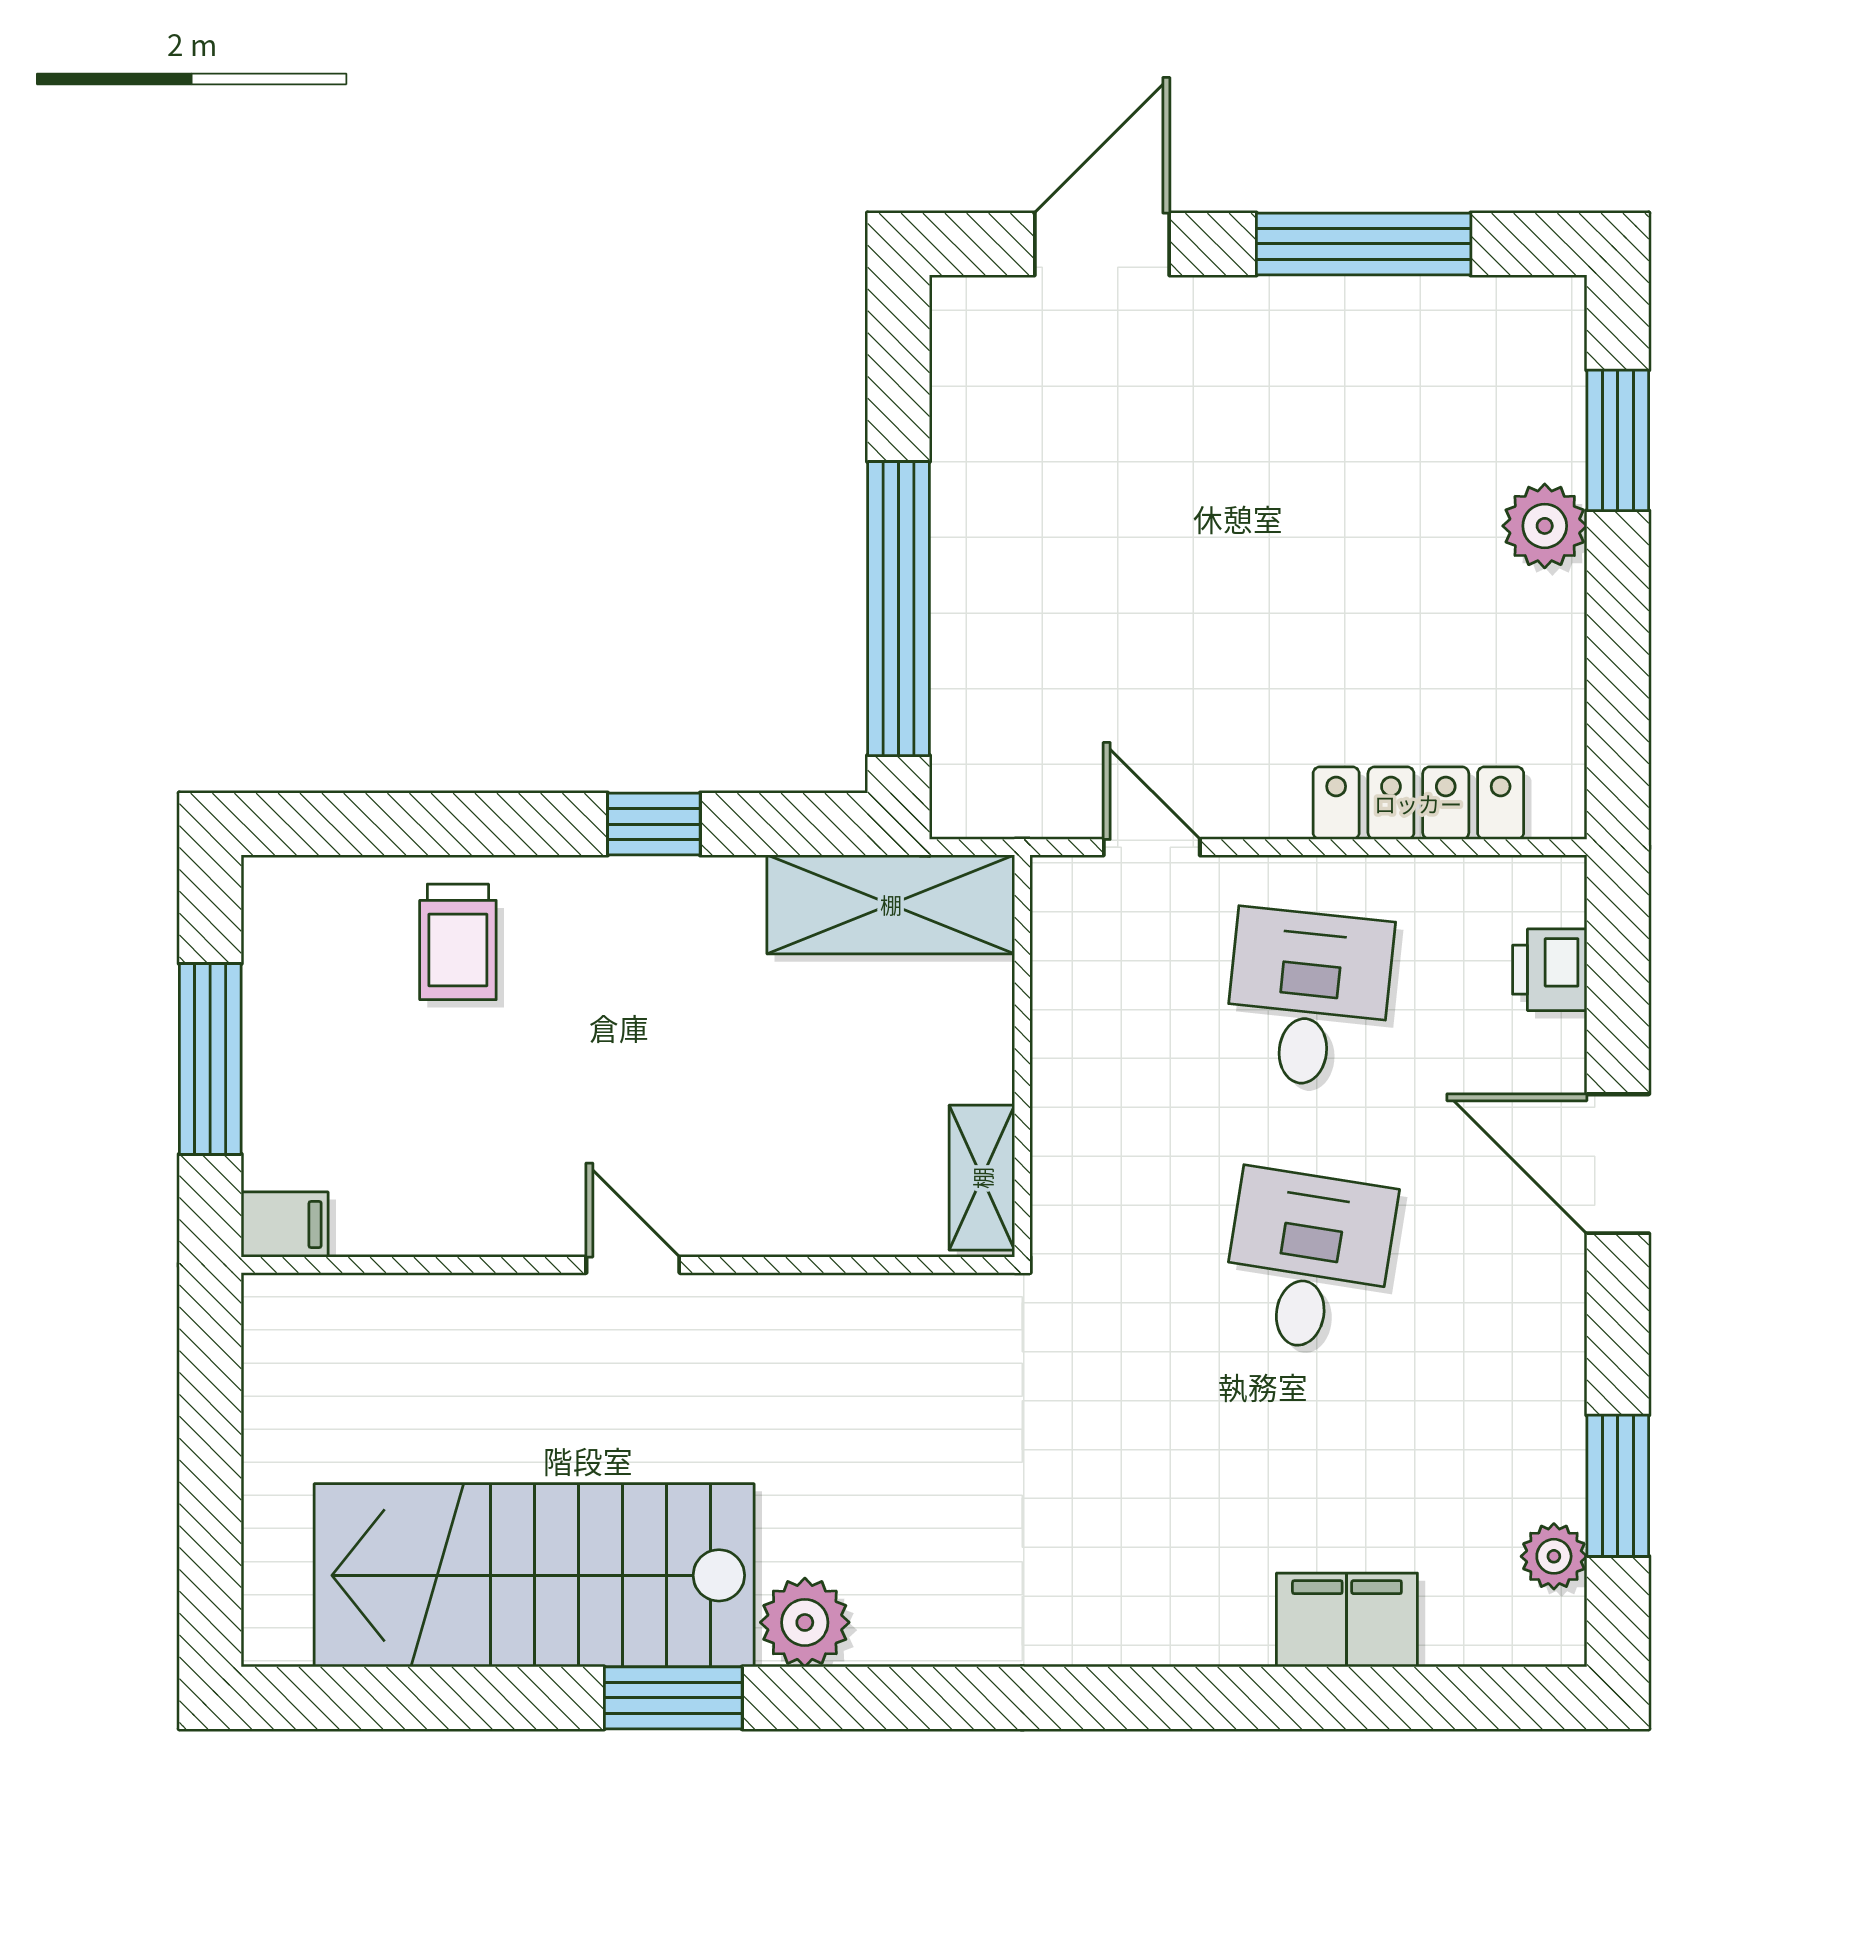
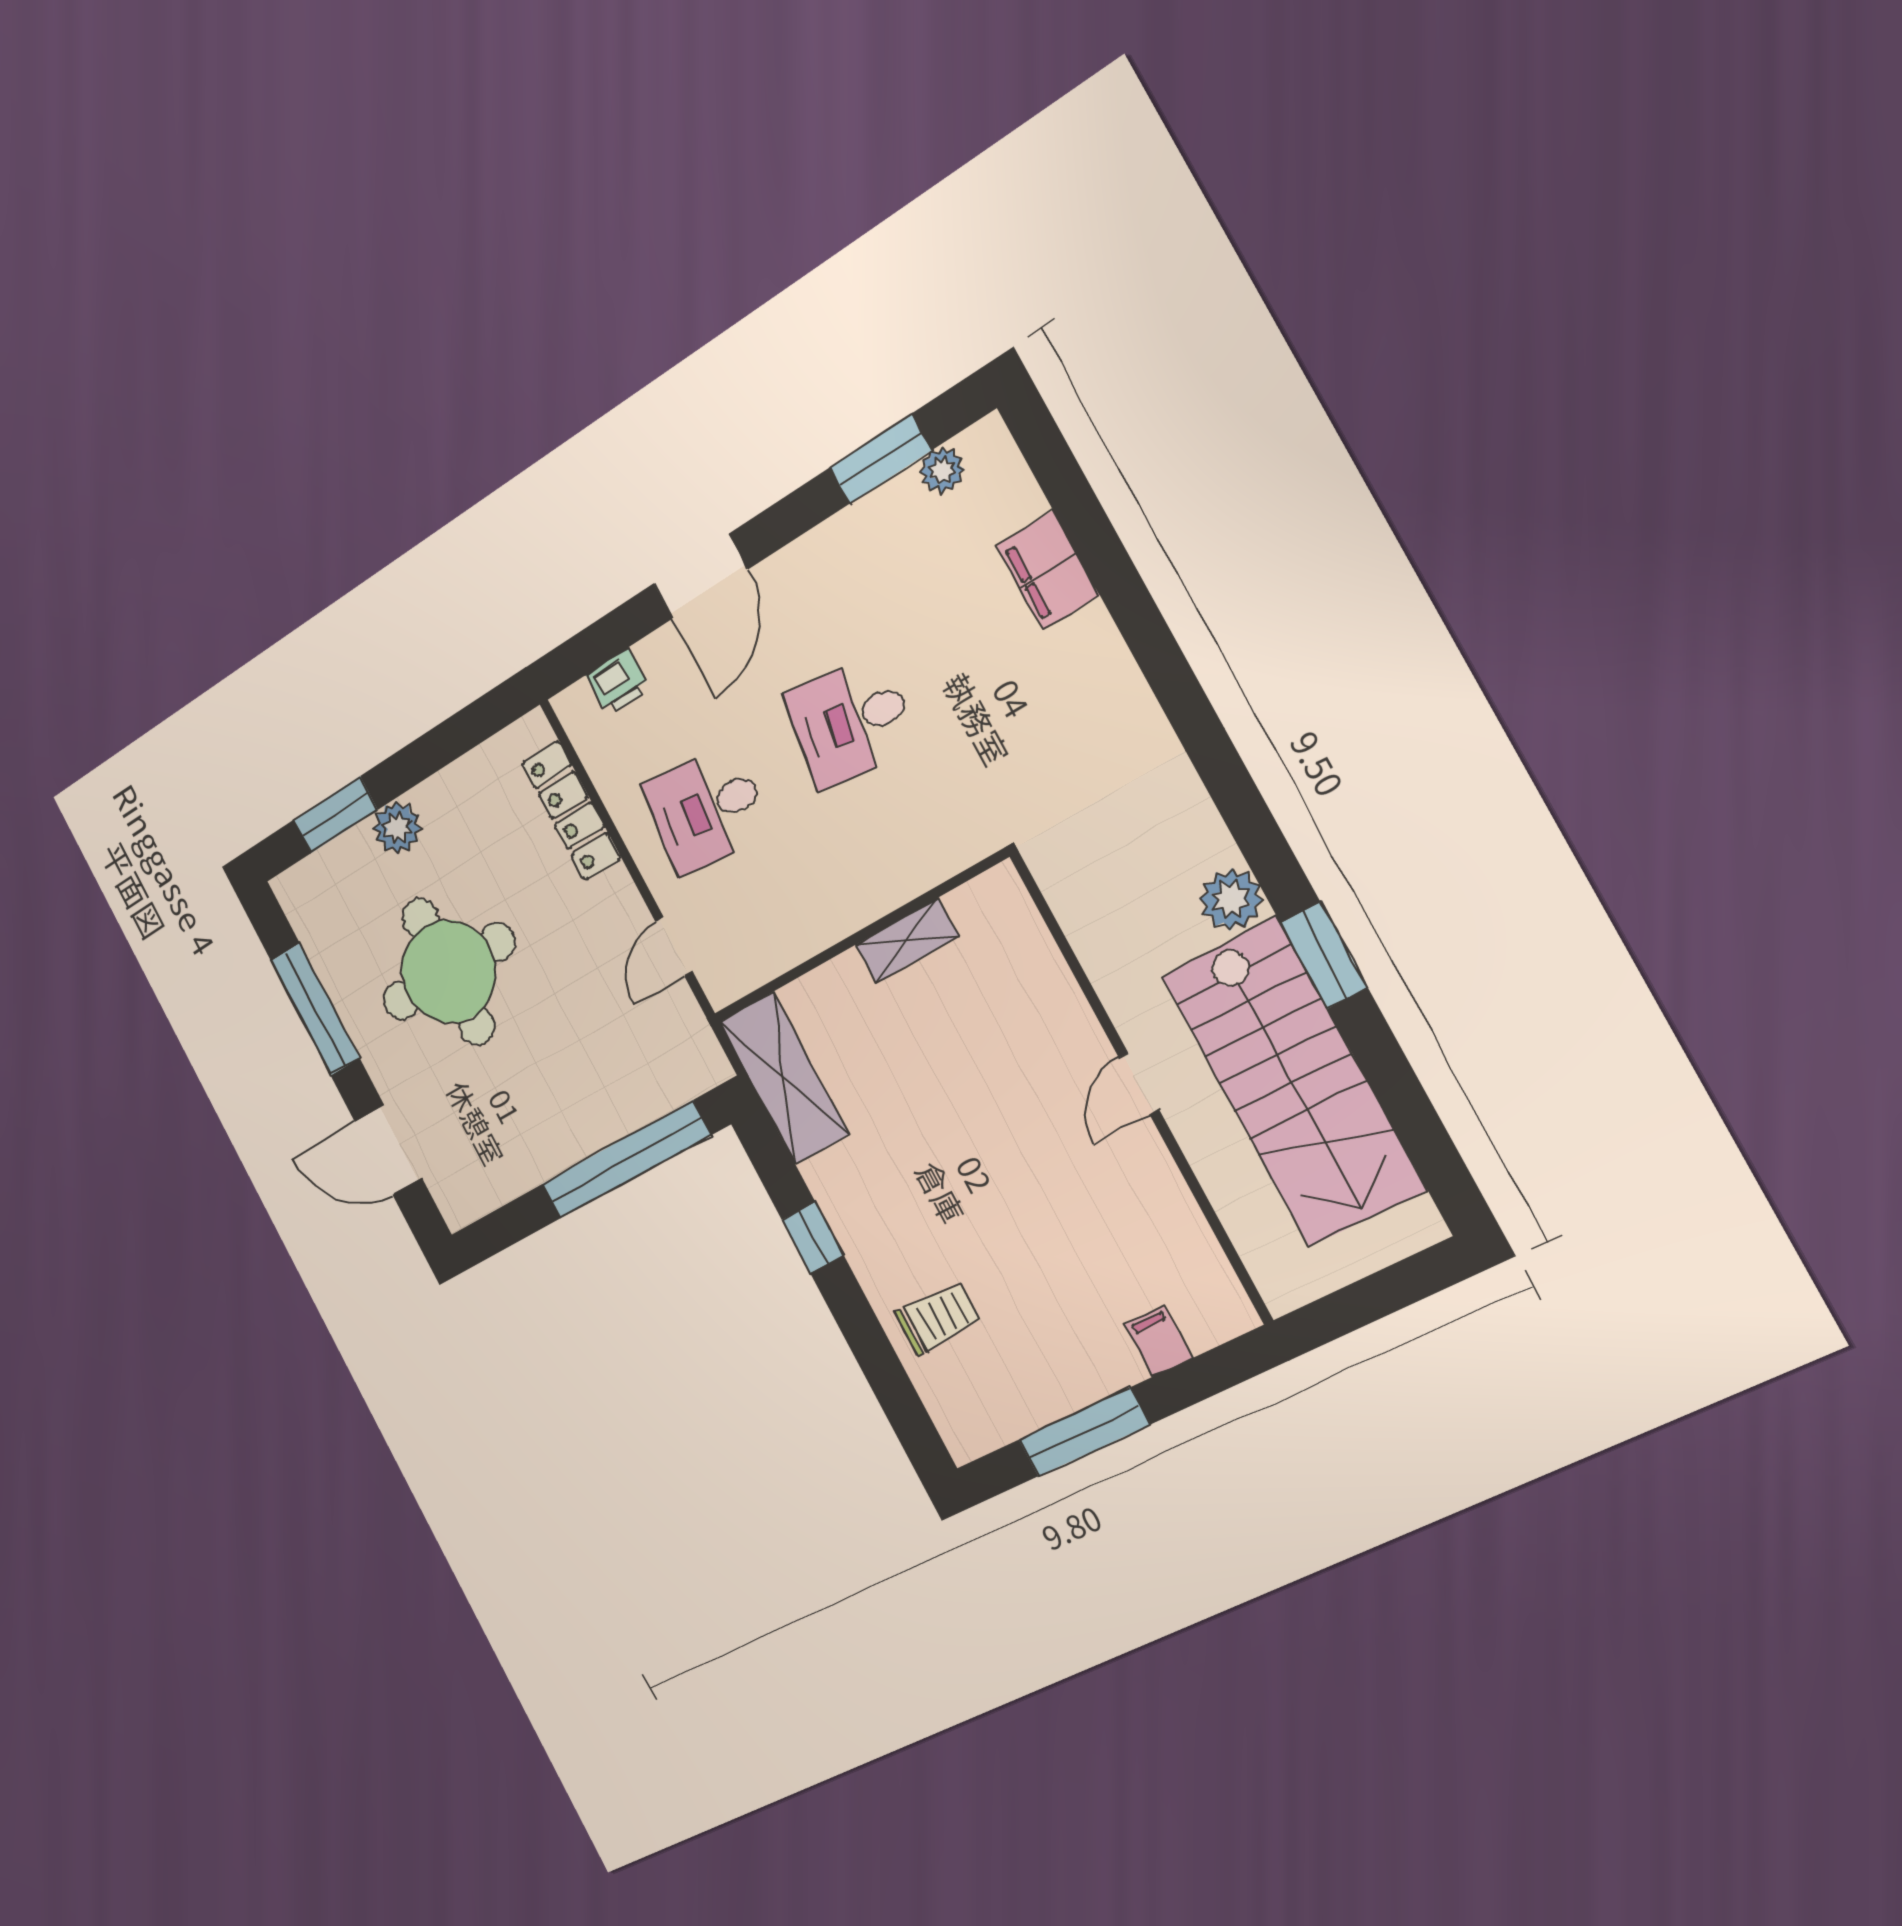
round table: (1302, 489) -> (449, 972), added
wall: (628, 1265) -> (1141, 1087), moved
door: (633, 1265) -> (1139, 1084), moved

